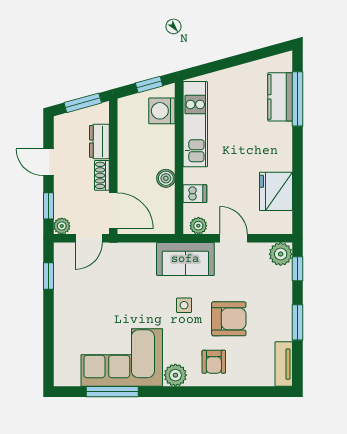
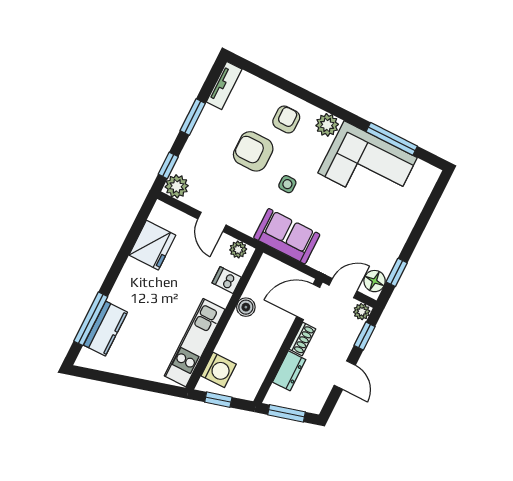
door: (113, 211) -> (308, 302), hinge flipped
floor lamp: (64, 259) -> (375, 281), added
sofa: (185, 259) -> (287, 236), moved

